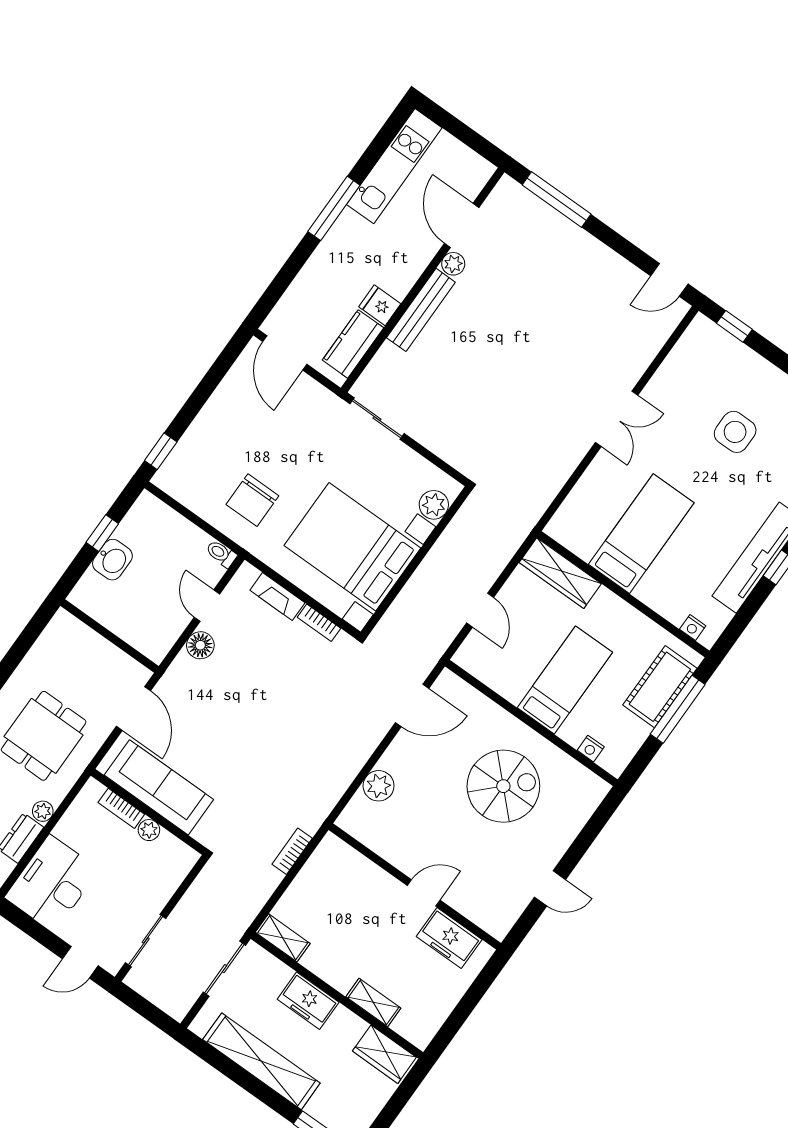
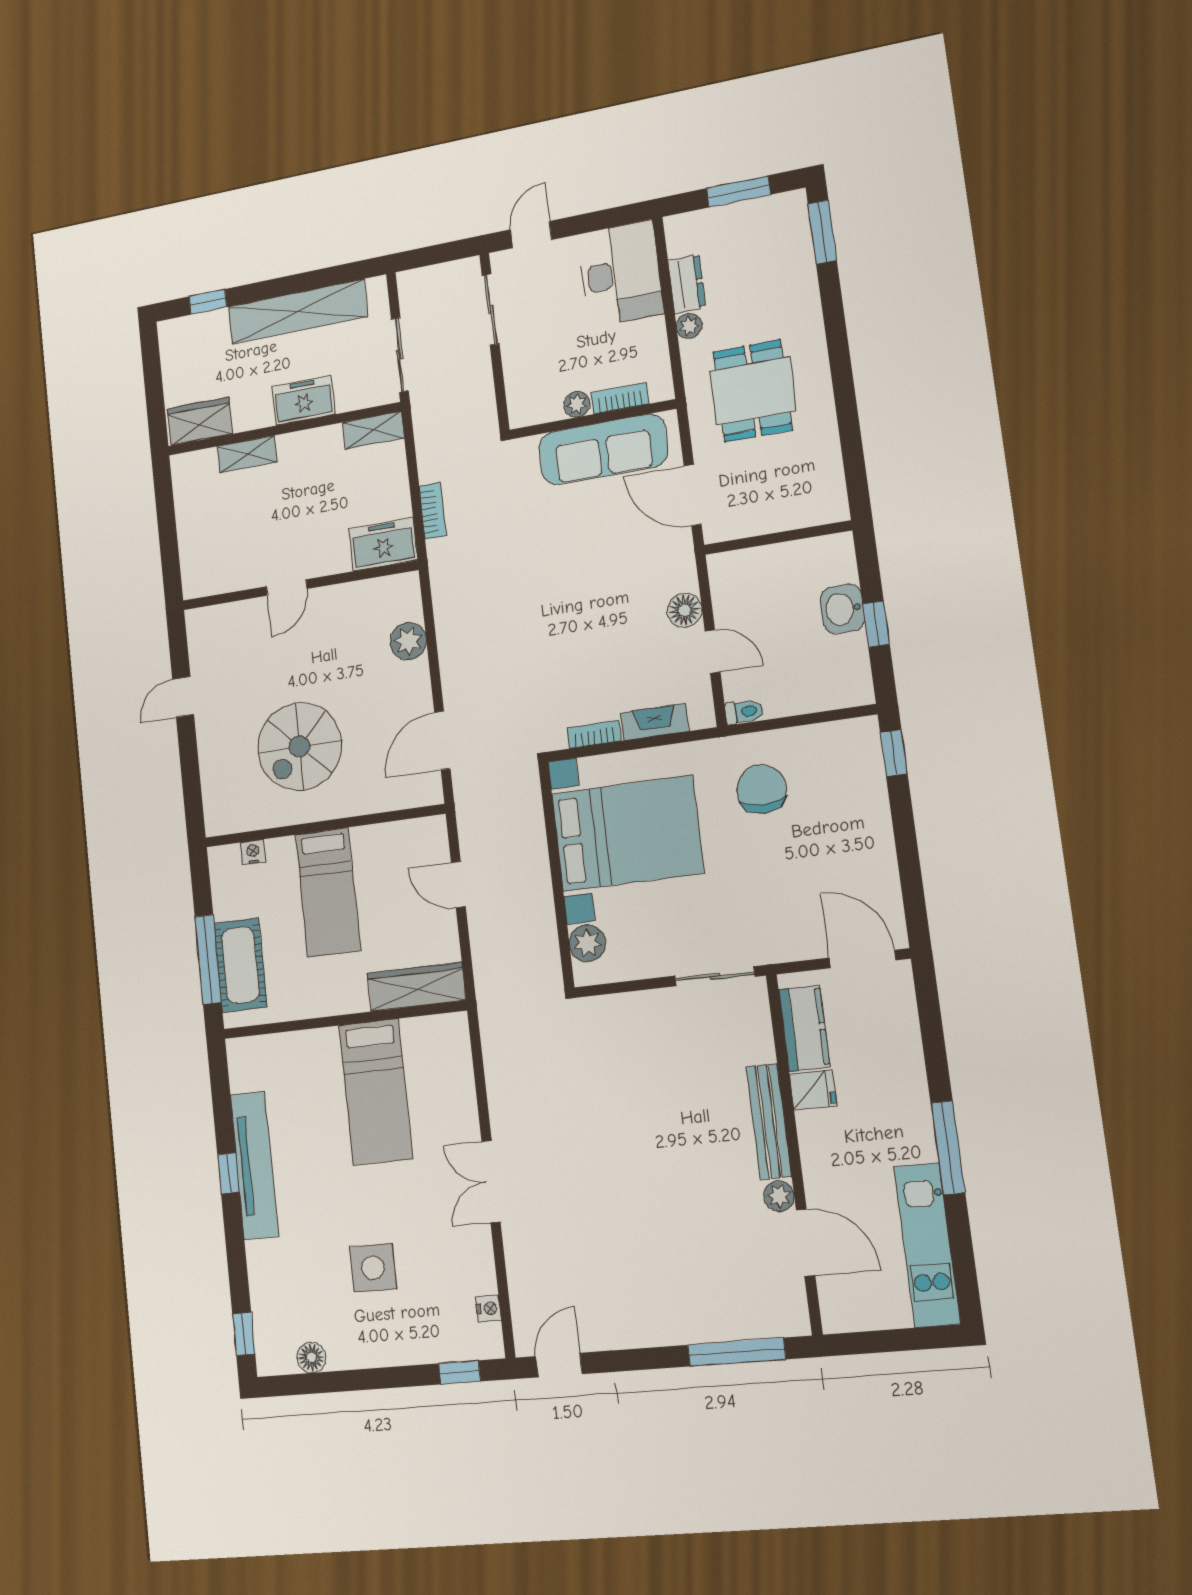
nightstand: (693, 628) -> (489, 1308), moved, turned 90
freezer: (449, 938) -> (383, 544), moved

